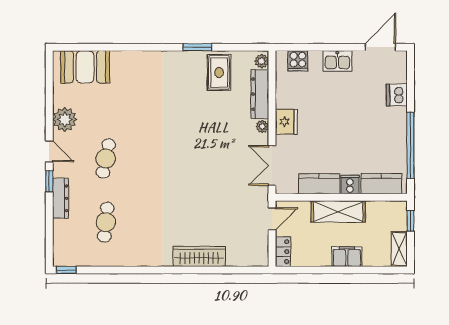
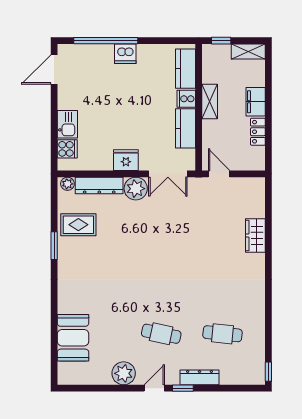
door: (380, 47) -> (54, 69), hinge flipped
kitchen sink: (337, 61) -> (67, 124), moved
booth: (85, 67) -> (73, 338), moved
dishwasher: (397, 95) -> (125, 54), moved
plant: (262, 126) -> (136, 189), width x1.88, depth x1.88
window: (410, 145) -> (106, 41), moved
shelving: (338, 212) -> (210, 101), width x0.67, depth x0.75
locker: (283, 252) -> (258, 132), moved, turned -90
wardrobe: (199, 256) -> (255, 235), width x0.67

